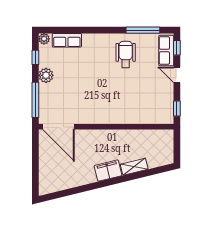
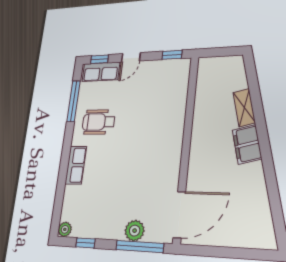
row of seats: (67, 40) -> (76, 165), moved
plant: (46, 75) -> (135, 231), moved

